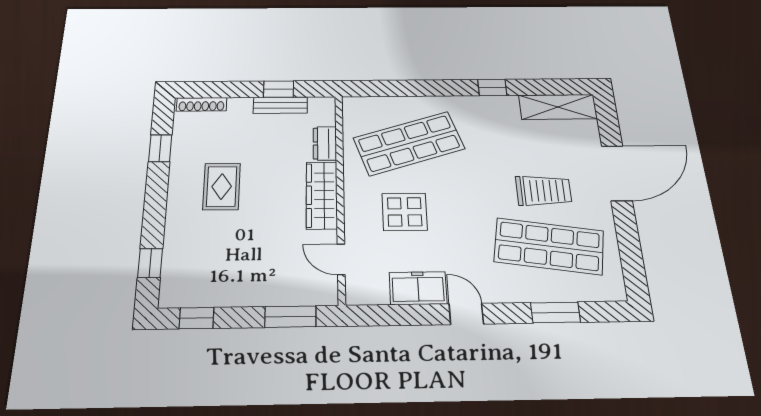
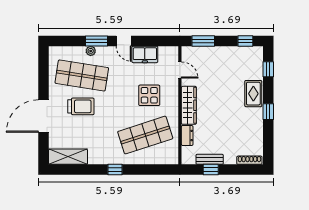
window: (492, 87) -> (115, 170), moved
window: (160, 148) -> (268, 112), moved
rug: (222, 186) -> (253, 94), moved
trolley: (544, 191) -> (81, 106), turned 180
plant: (536, 293) -> (91, 51), added
window: (555, 312) -> (96, 41), moved

